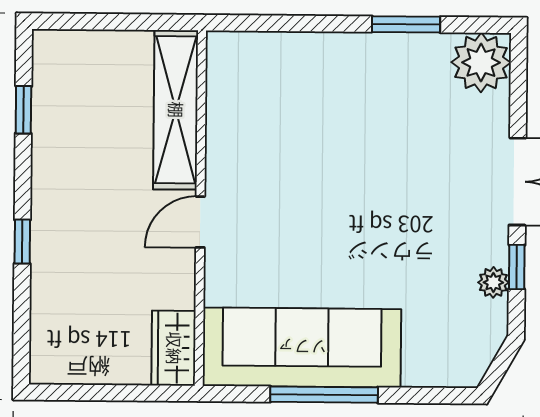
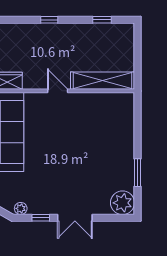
plant: (493, 282) -> (21, 208), moved

